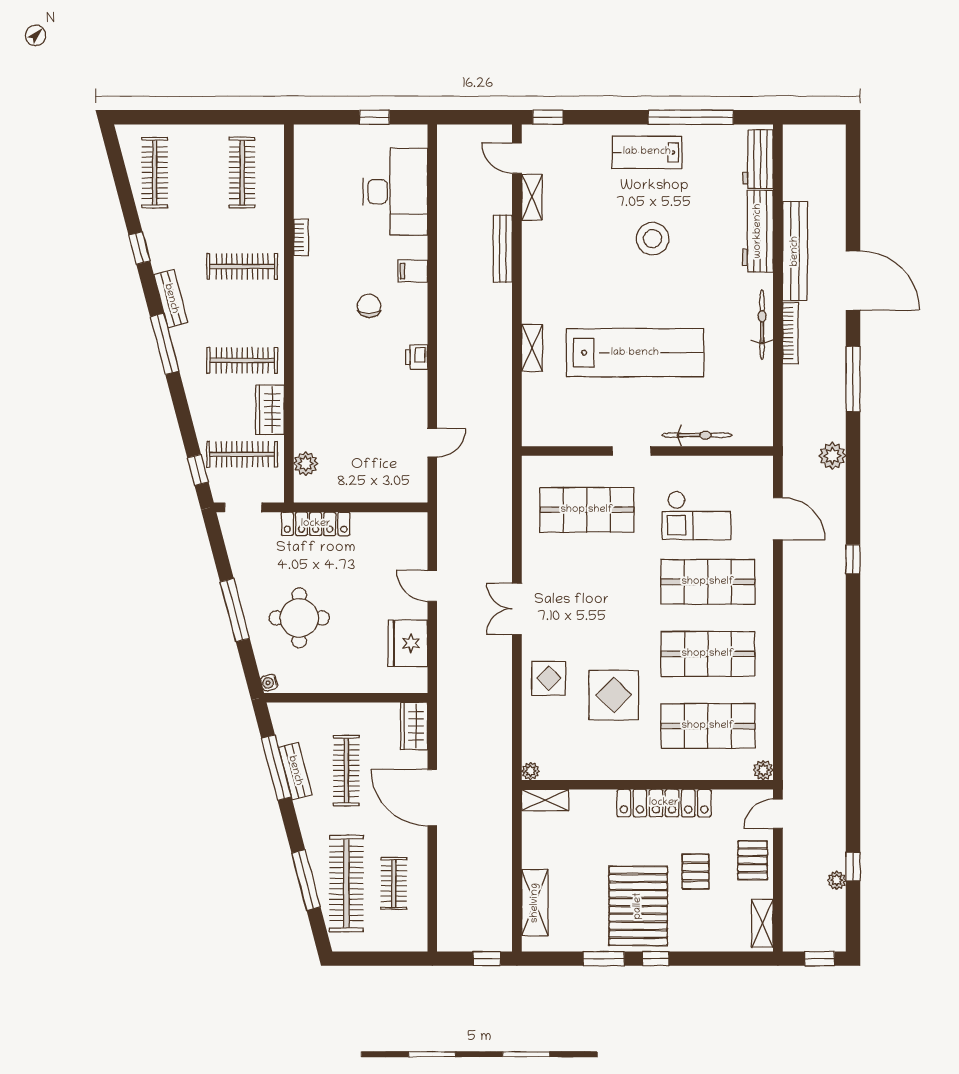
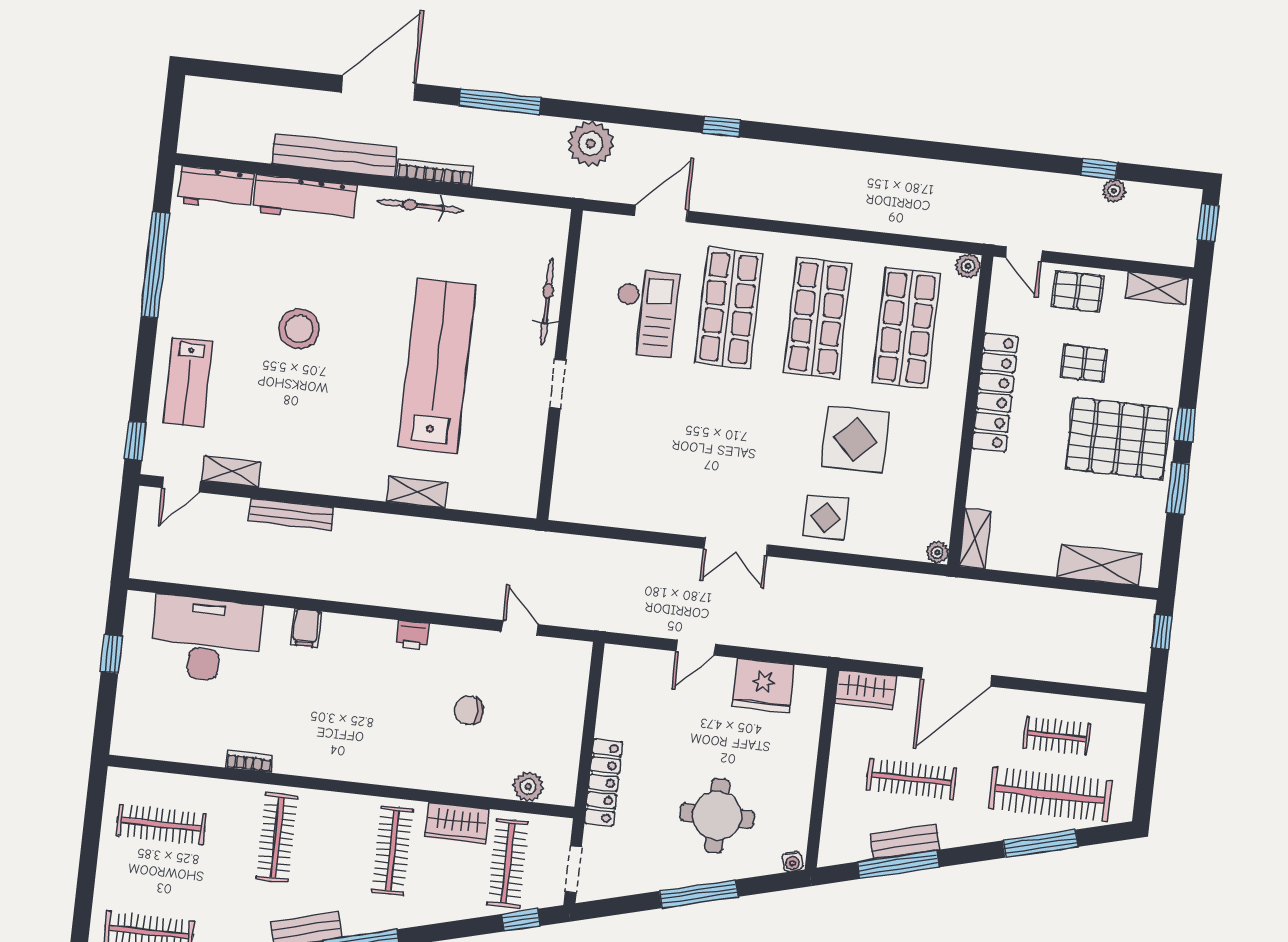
lab bench: (647, 152) -> (188, 382), moved
chair: (369, 306) -> (469, 710), moved
plant: (832, 456) -> (591, 144), width x1.36, depth x1.36
shop shelf: (587, 510) -> (624, 447), removed

